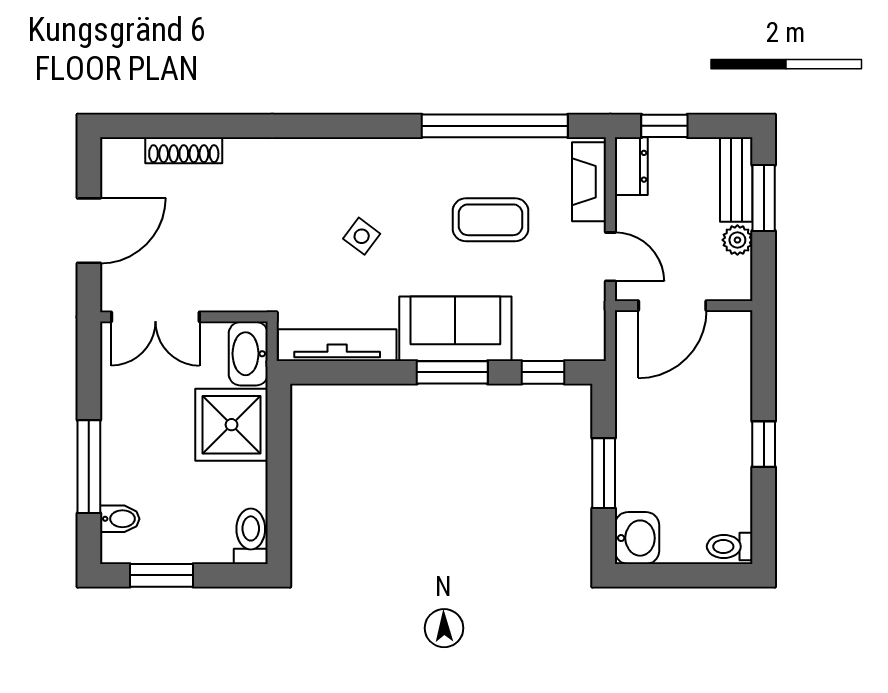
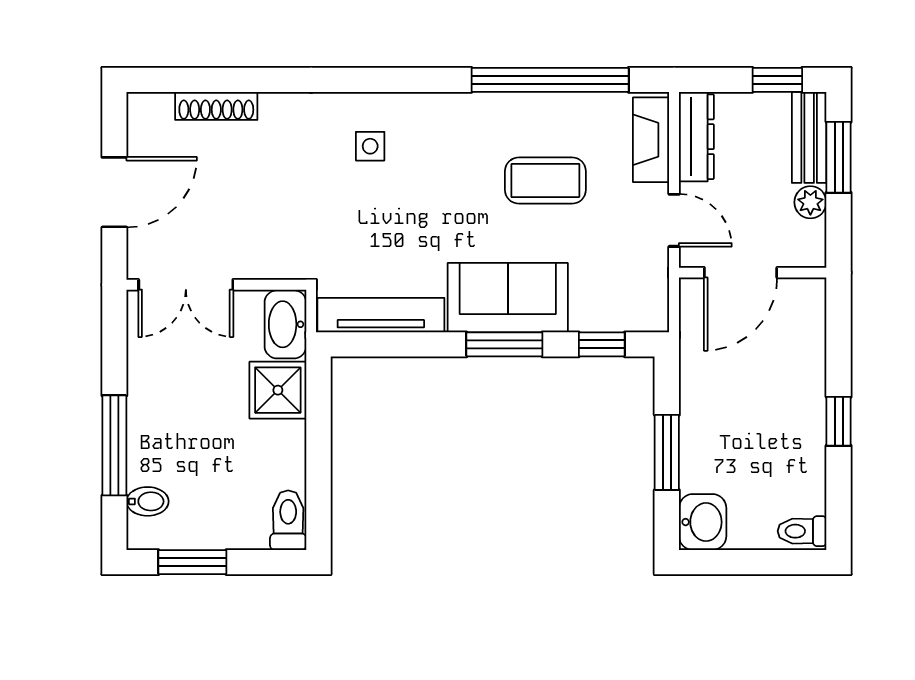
window: (664, 126) -> (777, 80), moved
dresser: (631, 166) -> (696, 137), width x1.44
side table: (362, 236) -> (370, 146), moved, turned -37
shower: (232, 425) -> (278, 390), width x0.73, depth x0.73

